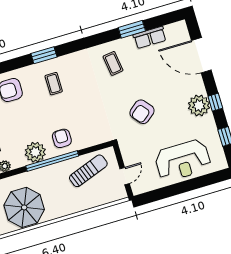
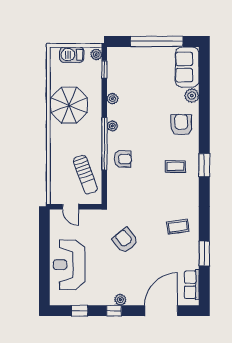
row of seats: (150, 37) -> (192, 285), moved
plant: (199, 106) -> (120, 300), width x0.53, depth x0.53
plant: (35, 152) -> (112, 126), width x0.53, depth x0.53

